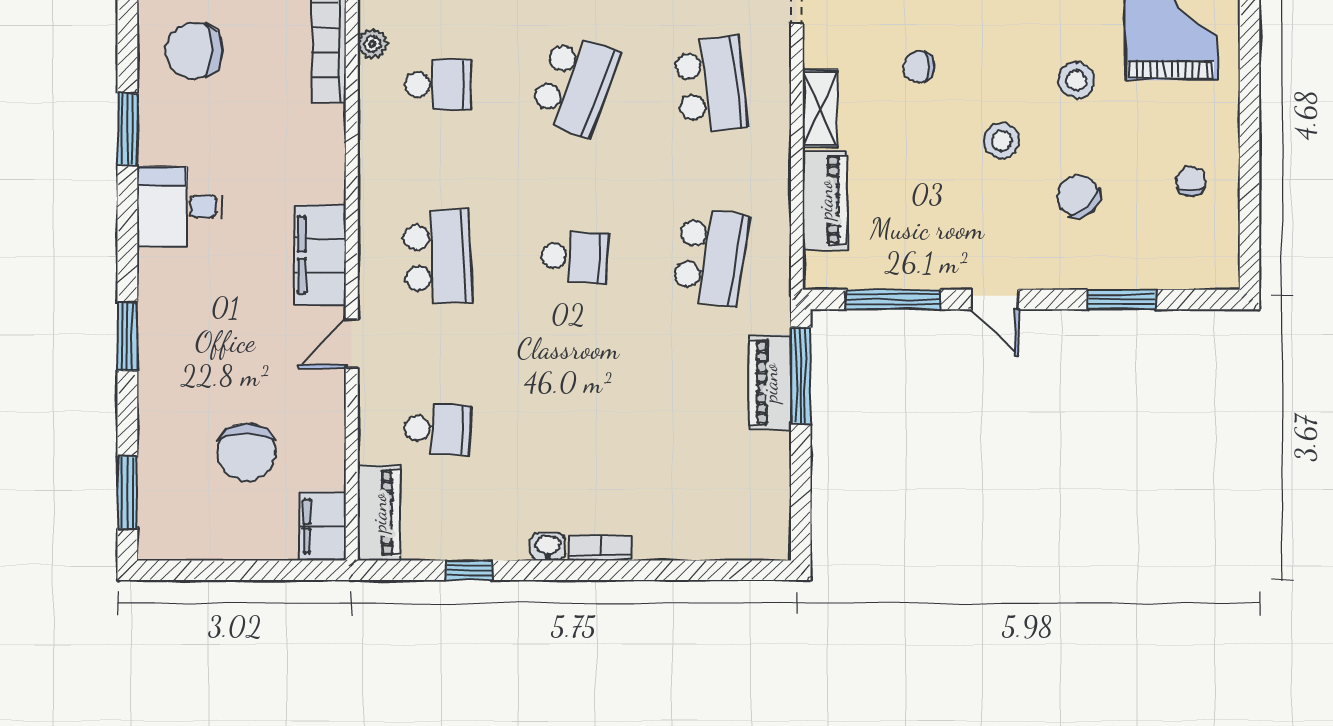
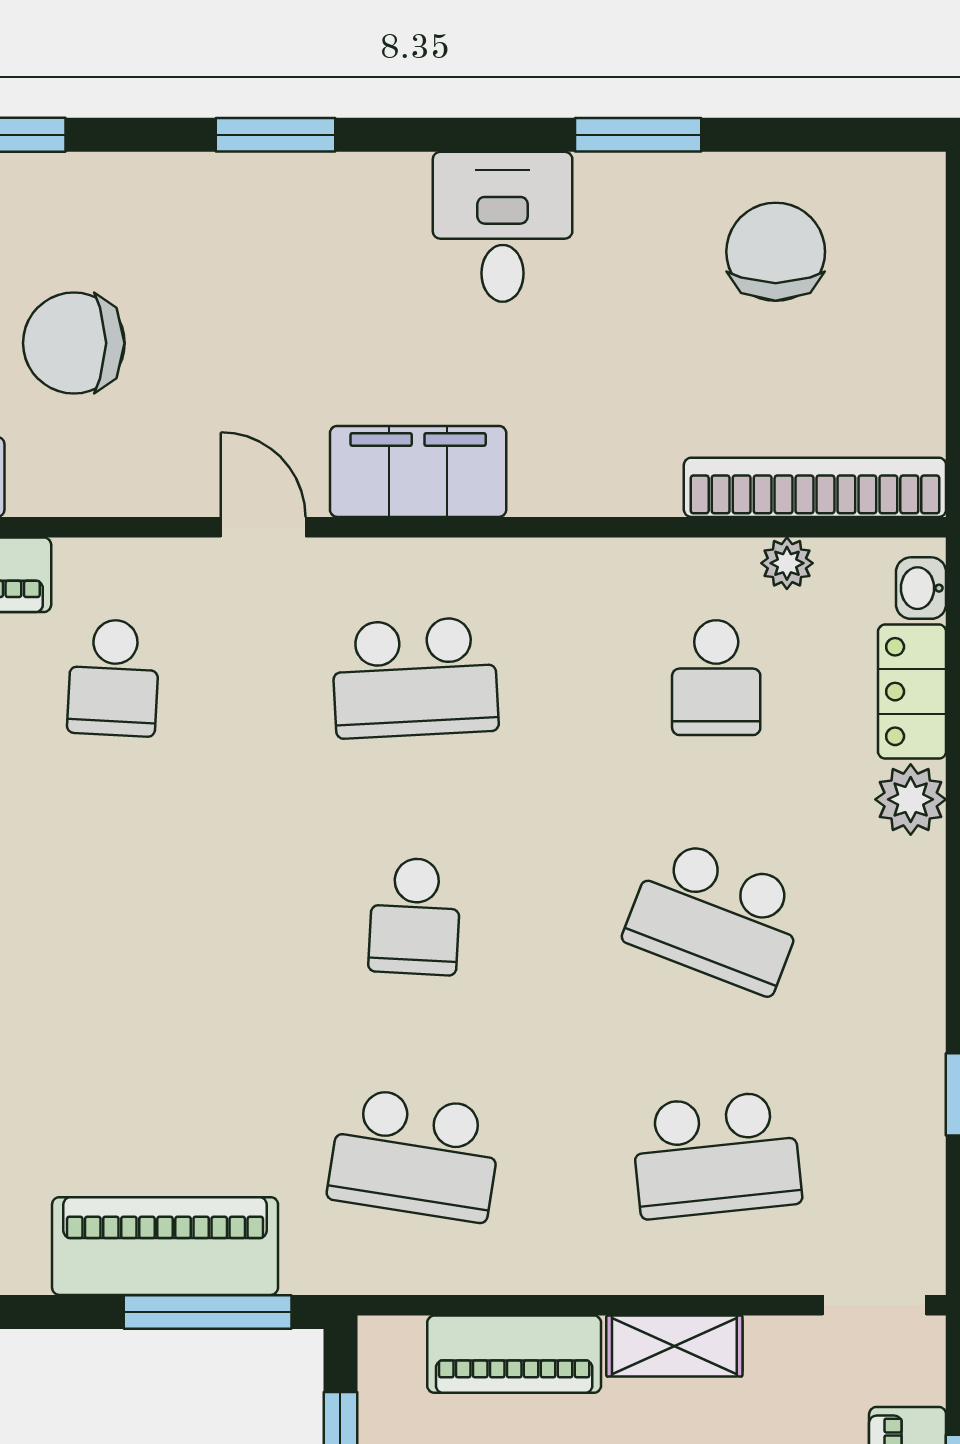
piano: (770, 383) -> (165, 1246), width x1.37, depth x1.33

